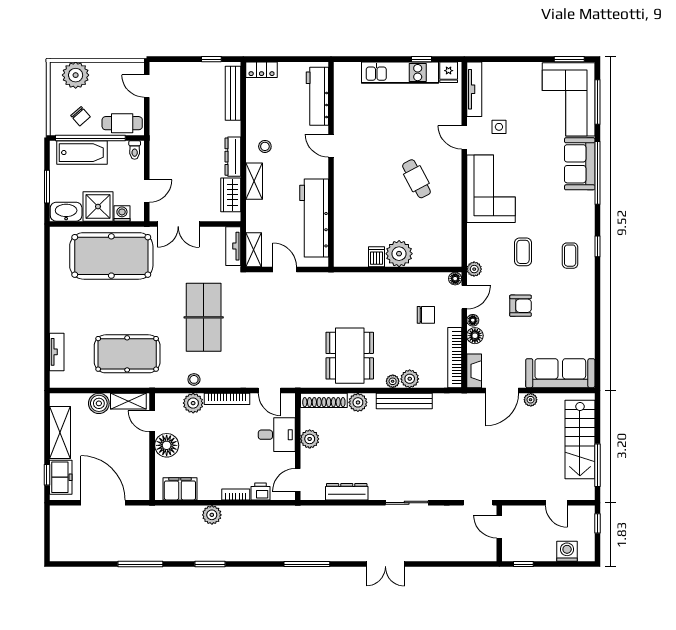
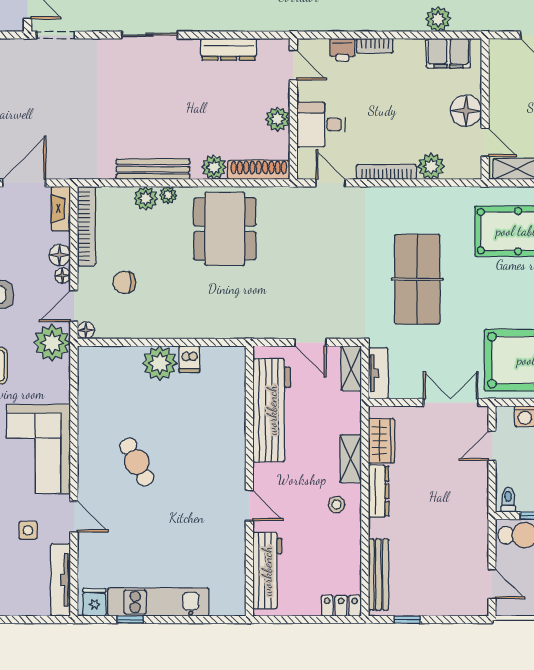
plant: (474, 269) -> (52, 343), width x1.88, depth x1.88
stool: (194, 379) -> (430, 197), removed
door: (298, 480) -> (293, 65), hinge flipped
plant: (212, 515) -> (438, 19), moved

